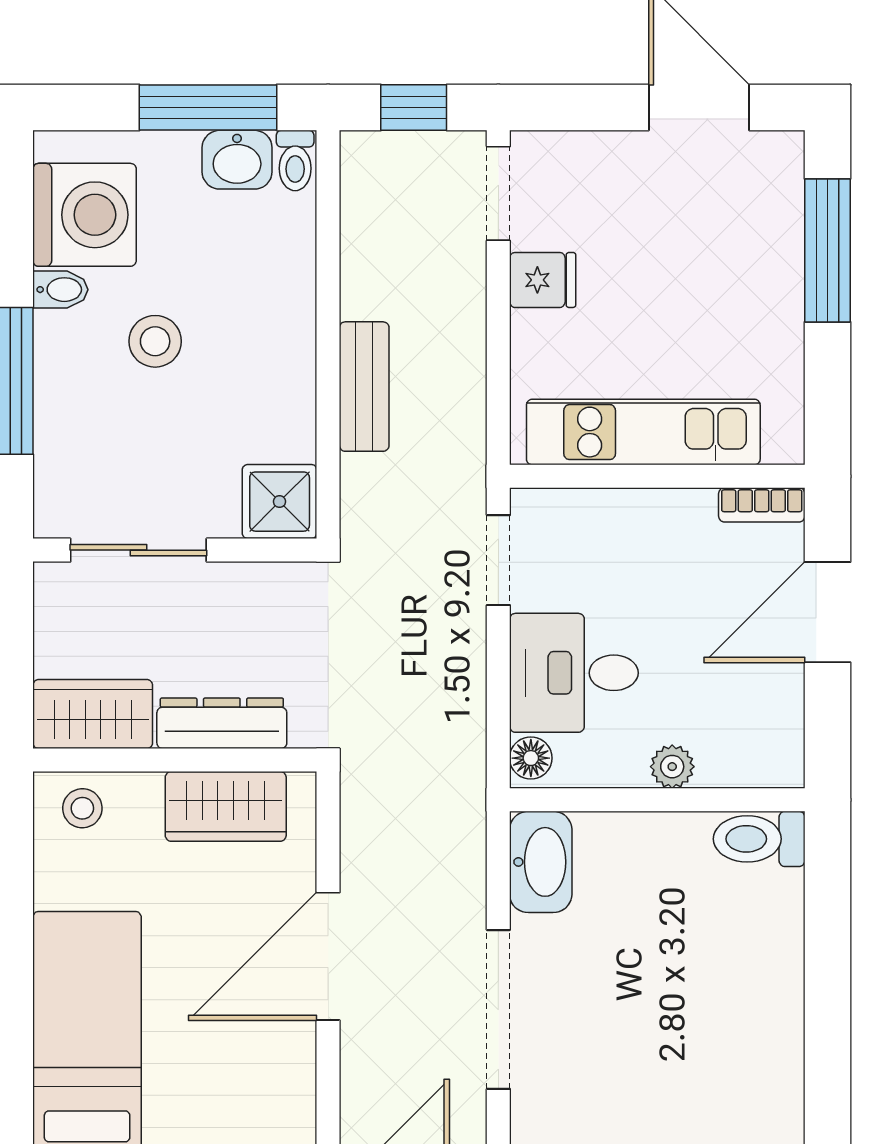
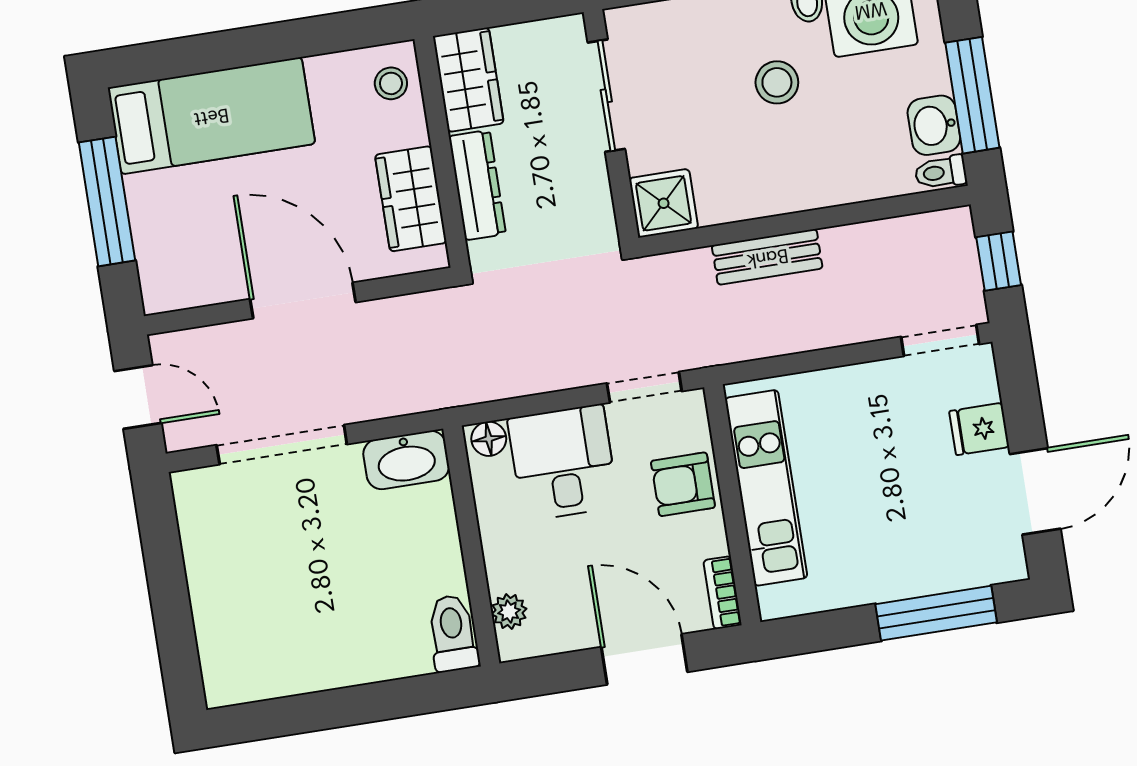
fridge: (543, 280) -> (979, 429), moved, turned 90
armchair: (623, 532) -> (683, 484), added
plant: (672, 767) -> (509, 611), moved

